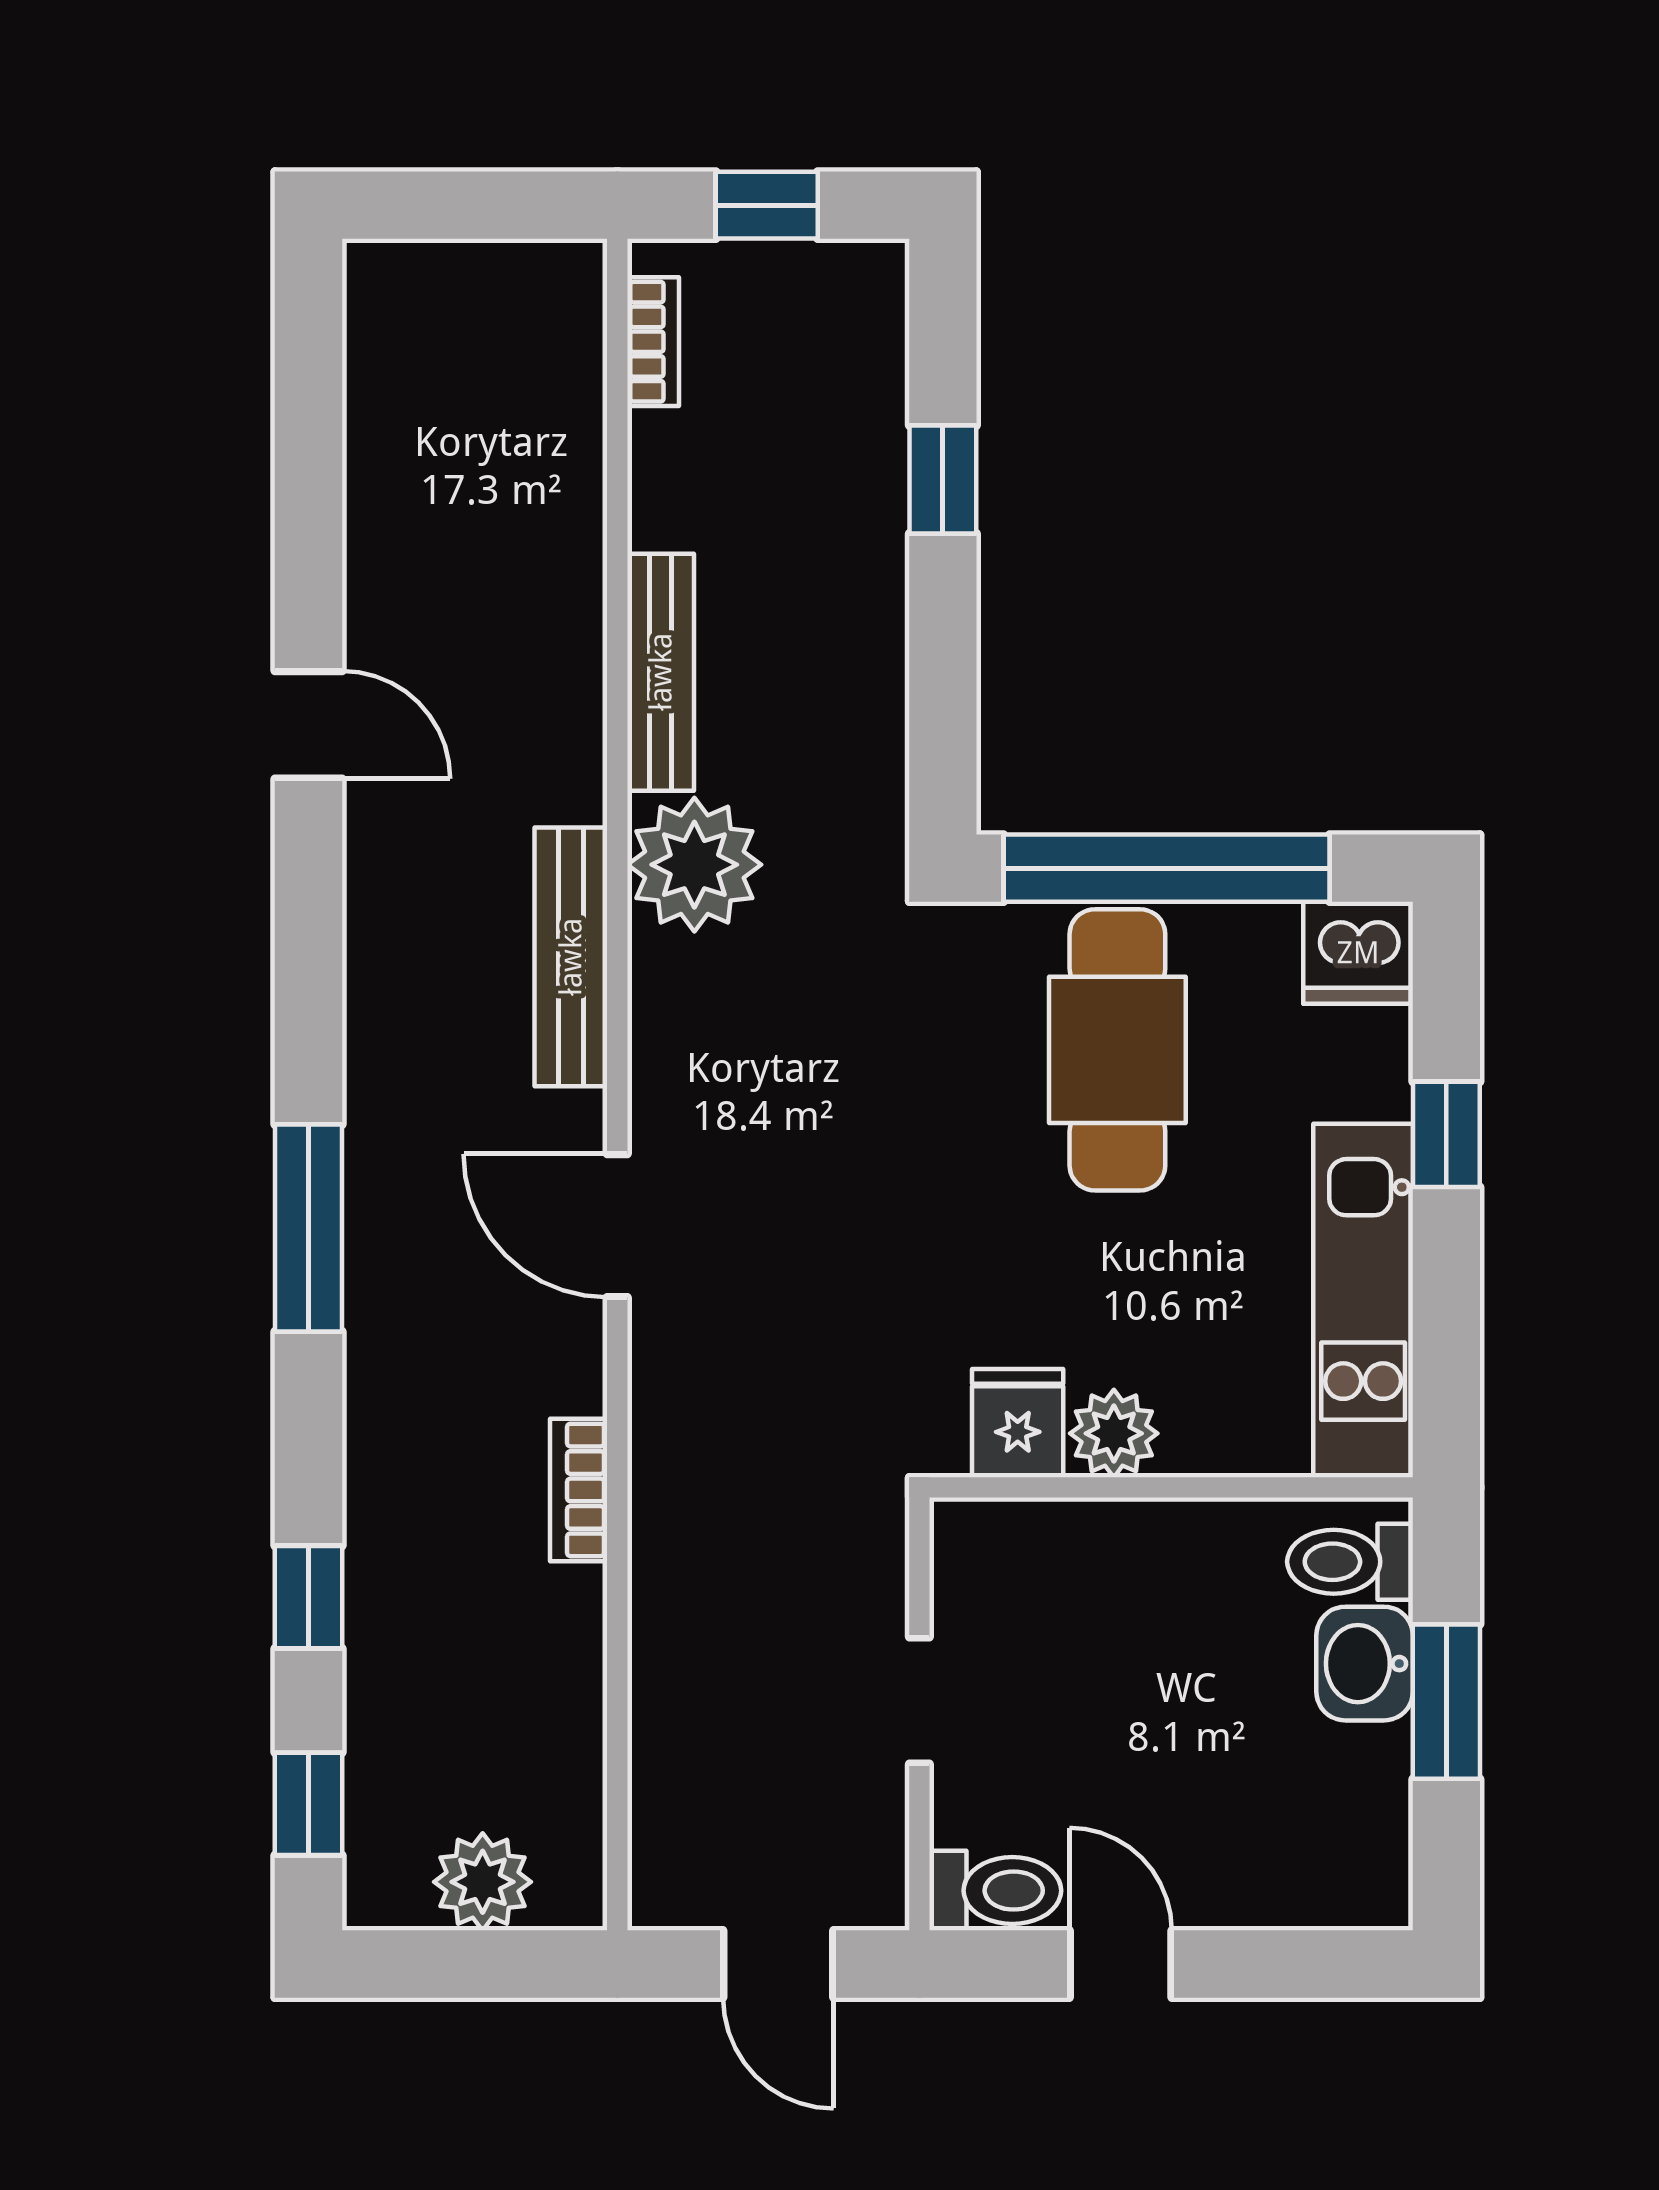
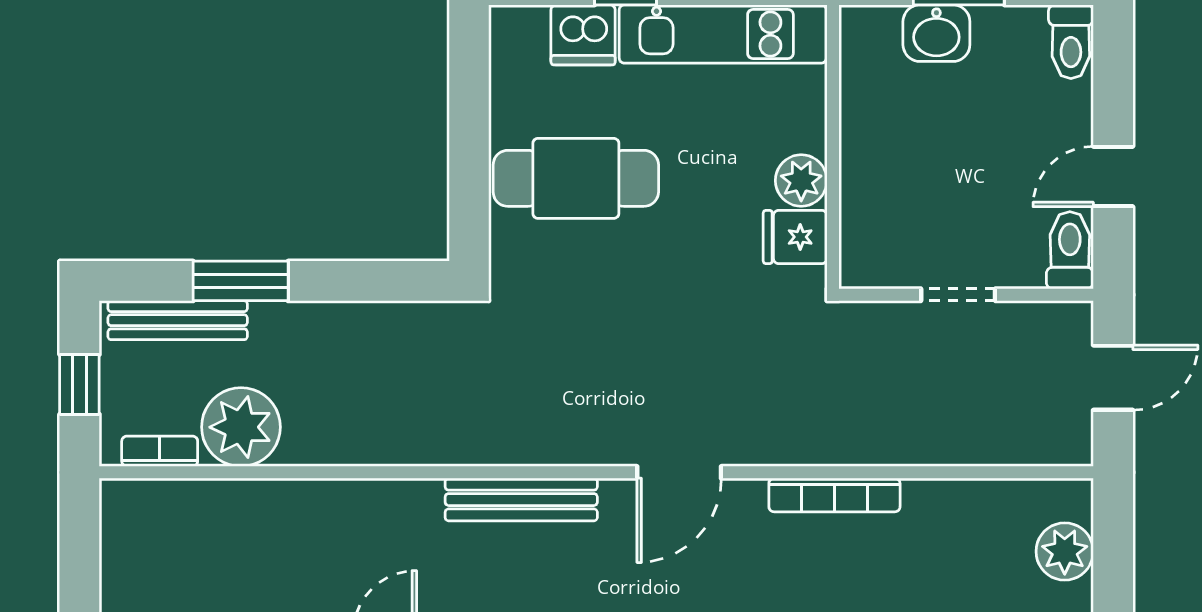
window: (943, 479) -> (241, 281), width x1.50
bench: (661, 672) -> (178, 320), moved
plant: (694, 865) -> (241, 427), moved
window: (1167, 868) -> (469, 149), removed
dishwasher: (1358, 953) -> (583, 35), moved, turned 90
bookcase: (579, 1490) -> (834, 495), width x1.56
toilet: (1350, 1562) -> (1071, 42), moved

